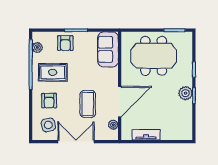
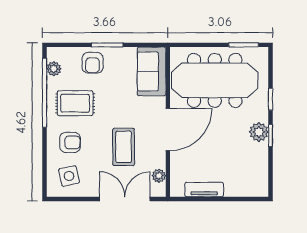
meeting table: (154, 56) -> (215, 80), width x1.36
armchair: (49, 101) -> (70, 142), turned -90
door: (120, 102) -> (168, 129), moved
double door: (76, 142) -> (125, 199), moved

